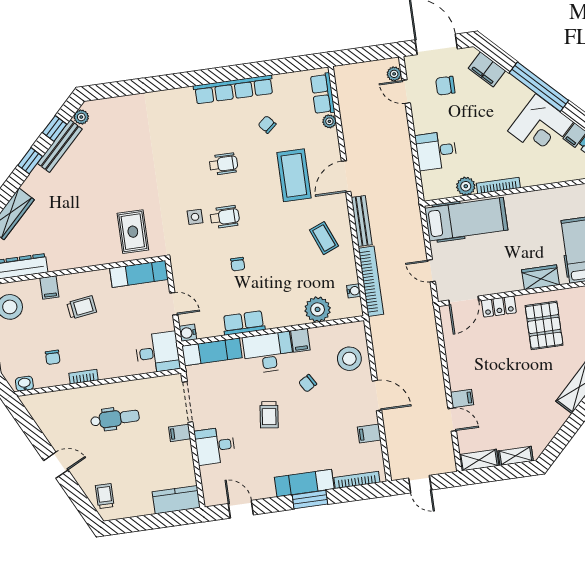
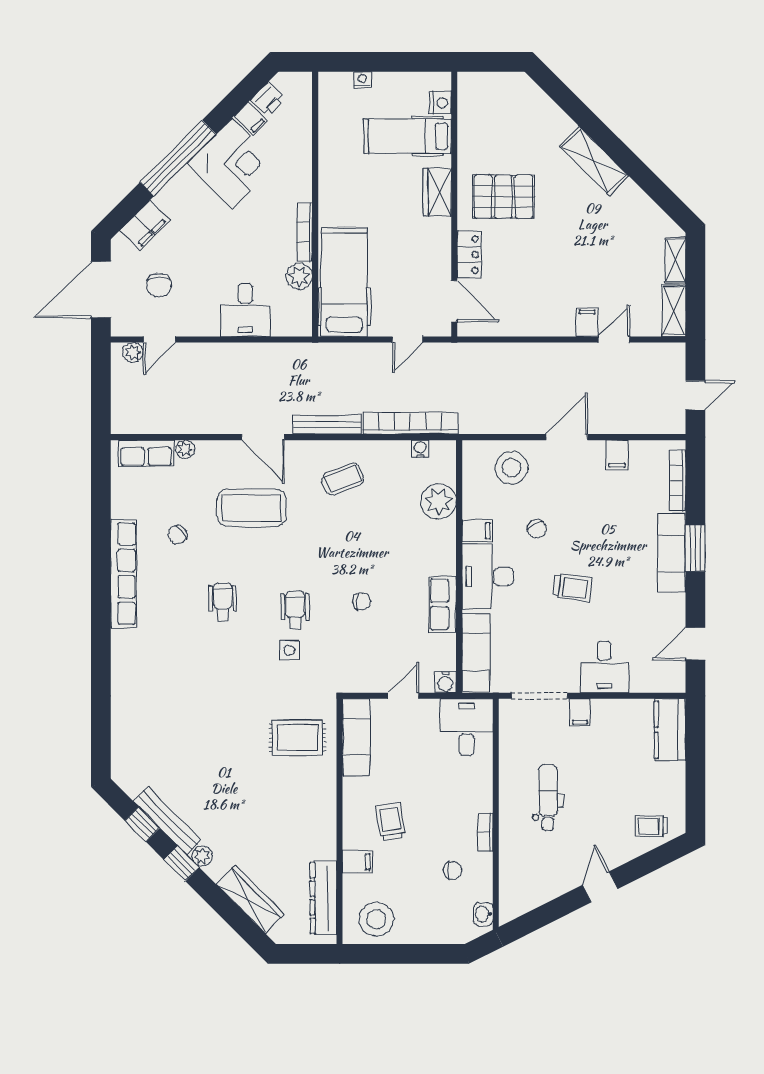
plant: (81, 117) -> (202, 856), moved

